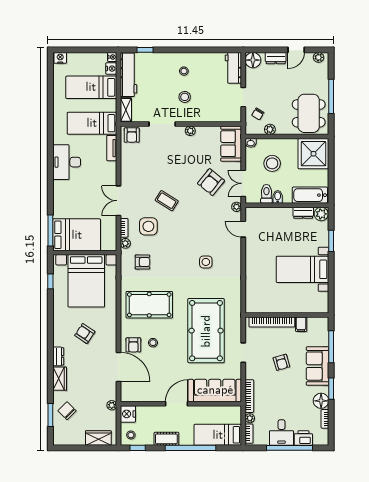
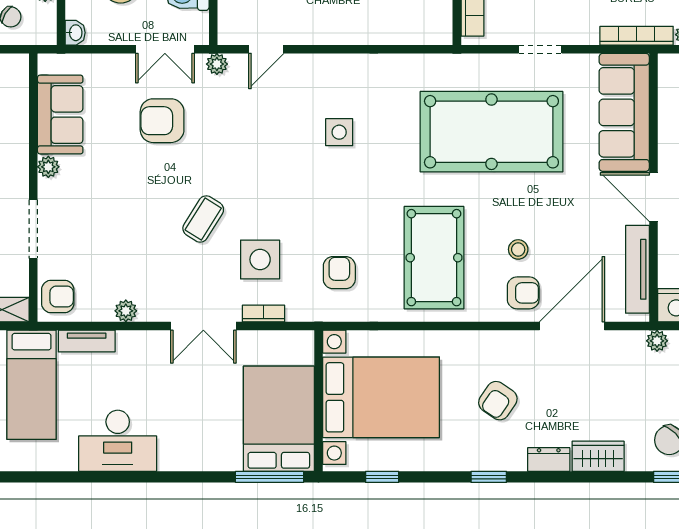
sofa: (231, 144) -> (60, 115), moved, turned -90
armchair: (211, 182) -> (162, 121), turned 141
plant: (125, 243) -> (126, 311), moved
window: (50, 329) -> (489, 477), added
tv unit: (144, 396) -> (637, 269), added

